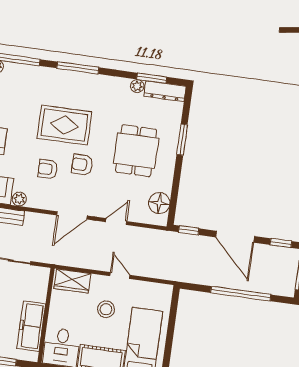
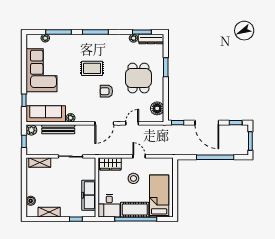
rug: (64, 125) -> (92, 68), width x0.73, depth x0.70
armchair: (48, 169) -> (85, 97), removed

